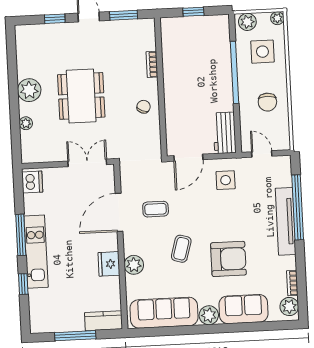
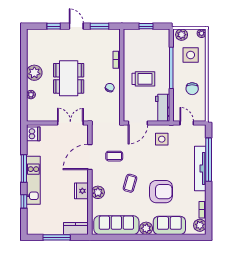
trolley: (193, 91) -> (143, 79), added

